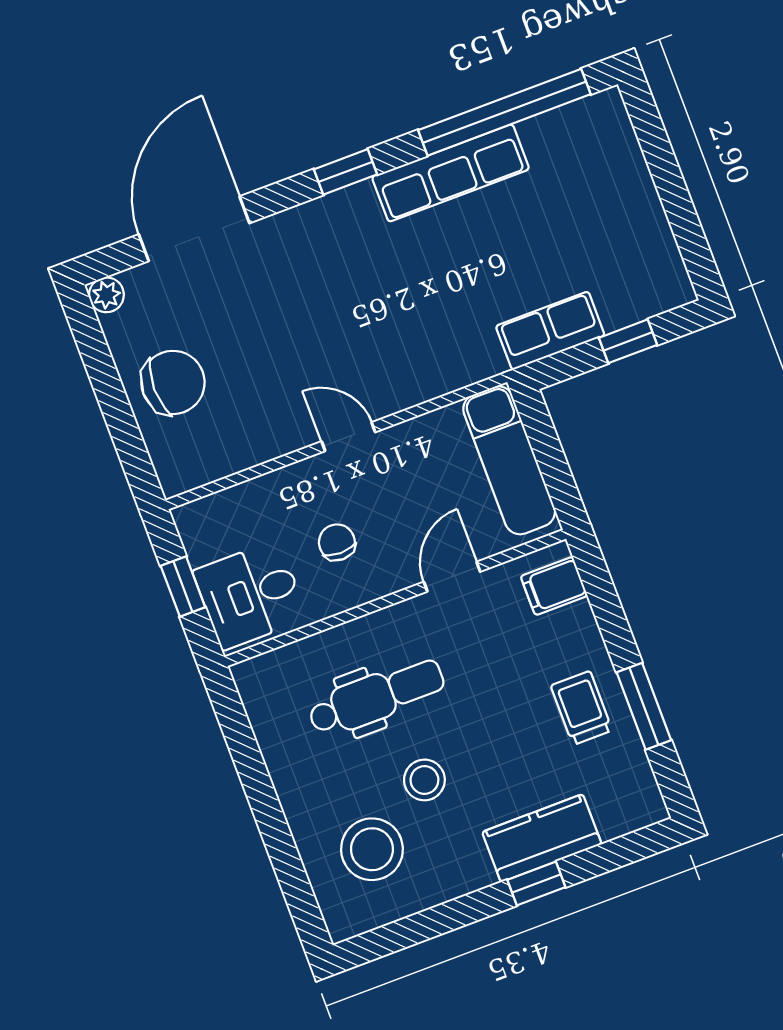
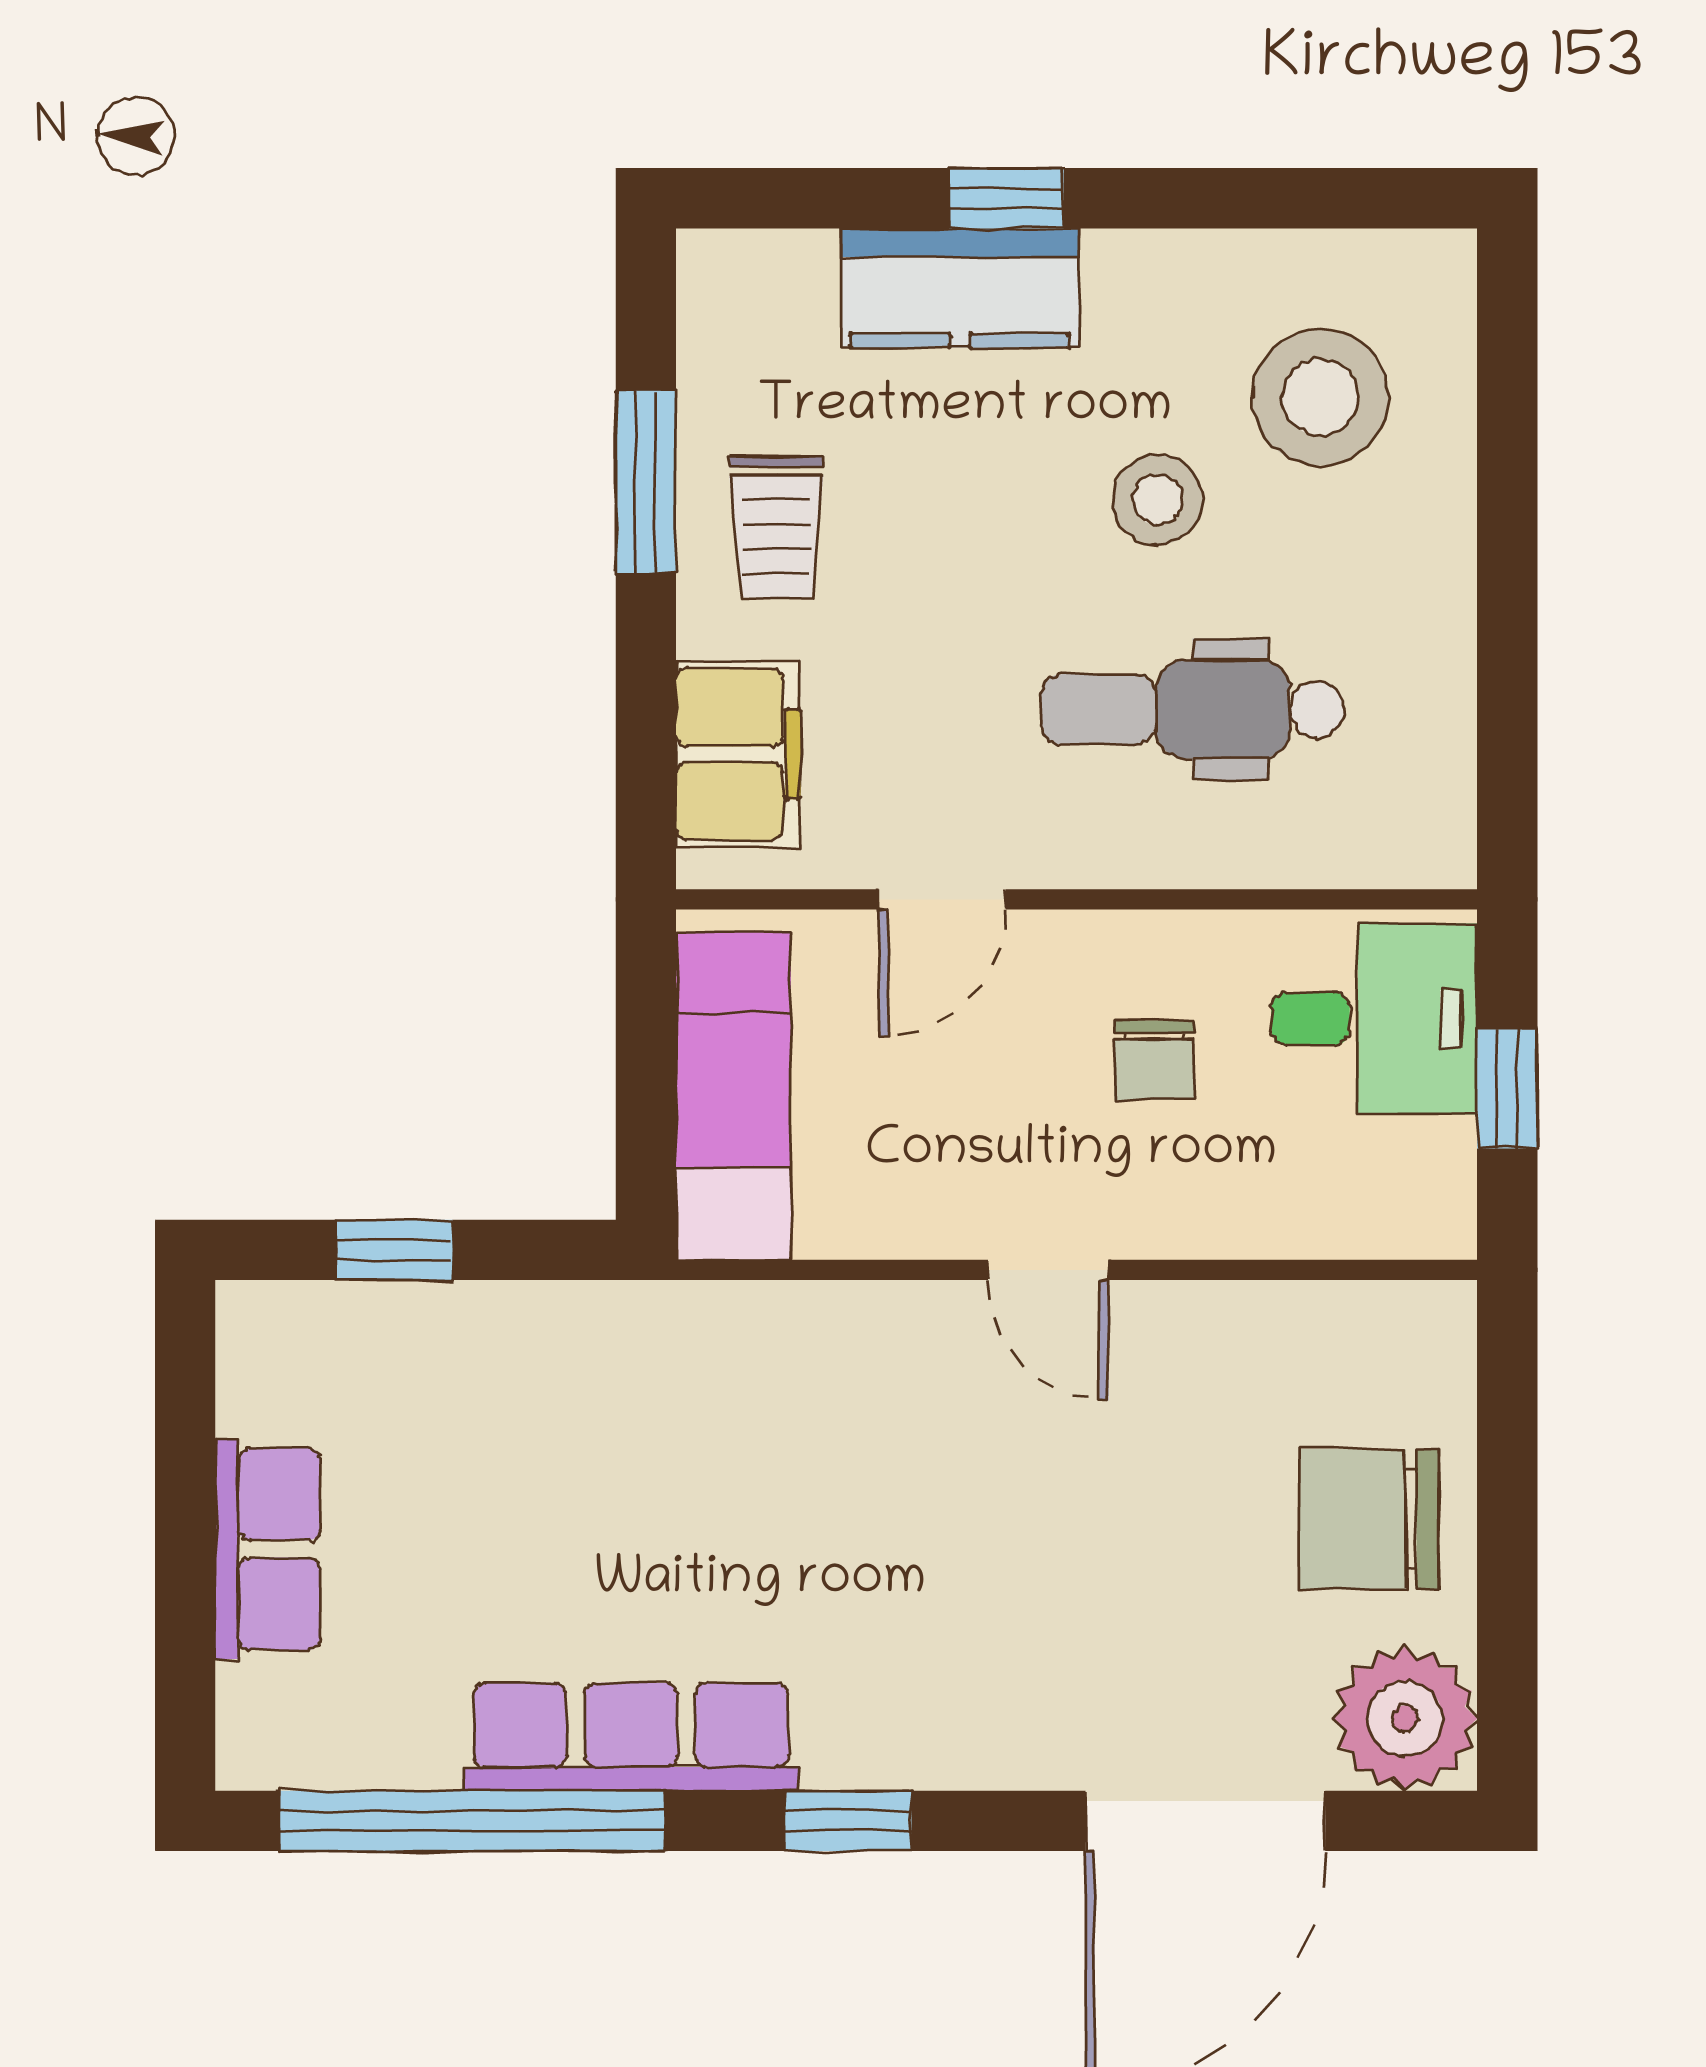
plant: (106, 295) -> (1405, 1719), width x1.88, depth x1.88
row of seats: (550, 331) -> (268, 1549), moved, turned -90
filing cabinet: (554, 586) -> (738, 754), width x2.00

